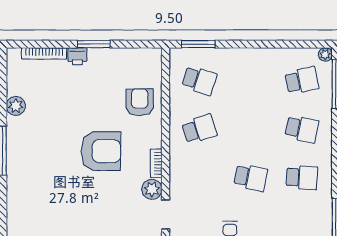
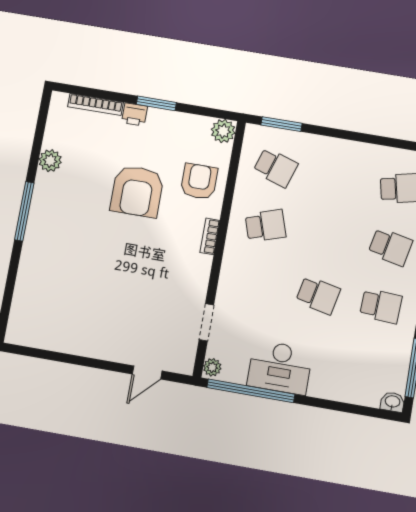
armchair: (101, 151) -> (137, 191), moved, turned 90
bookcase: (156, 163) -> (210, 236), moved
plant: (152, 189) -> (223, 131), moved

